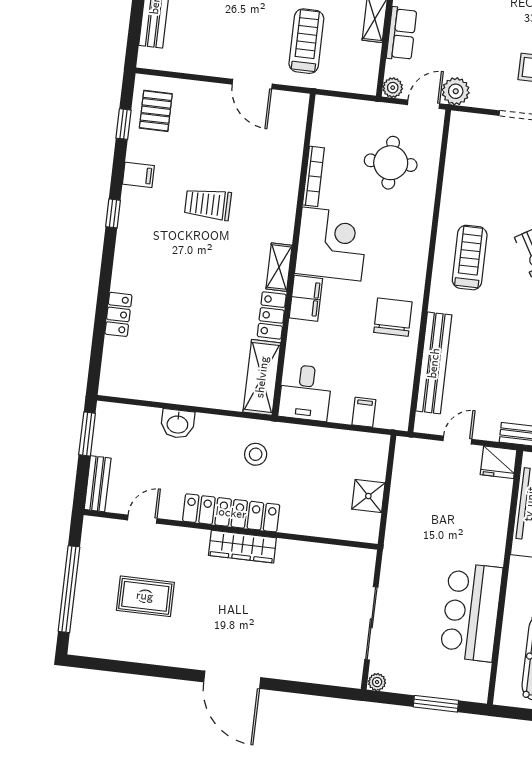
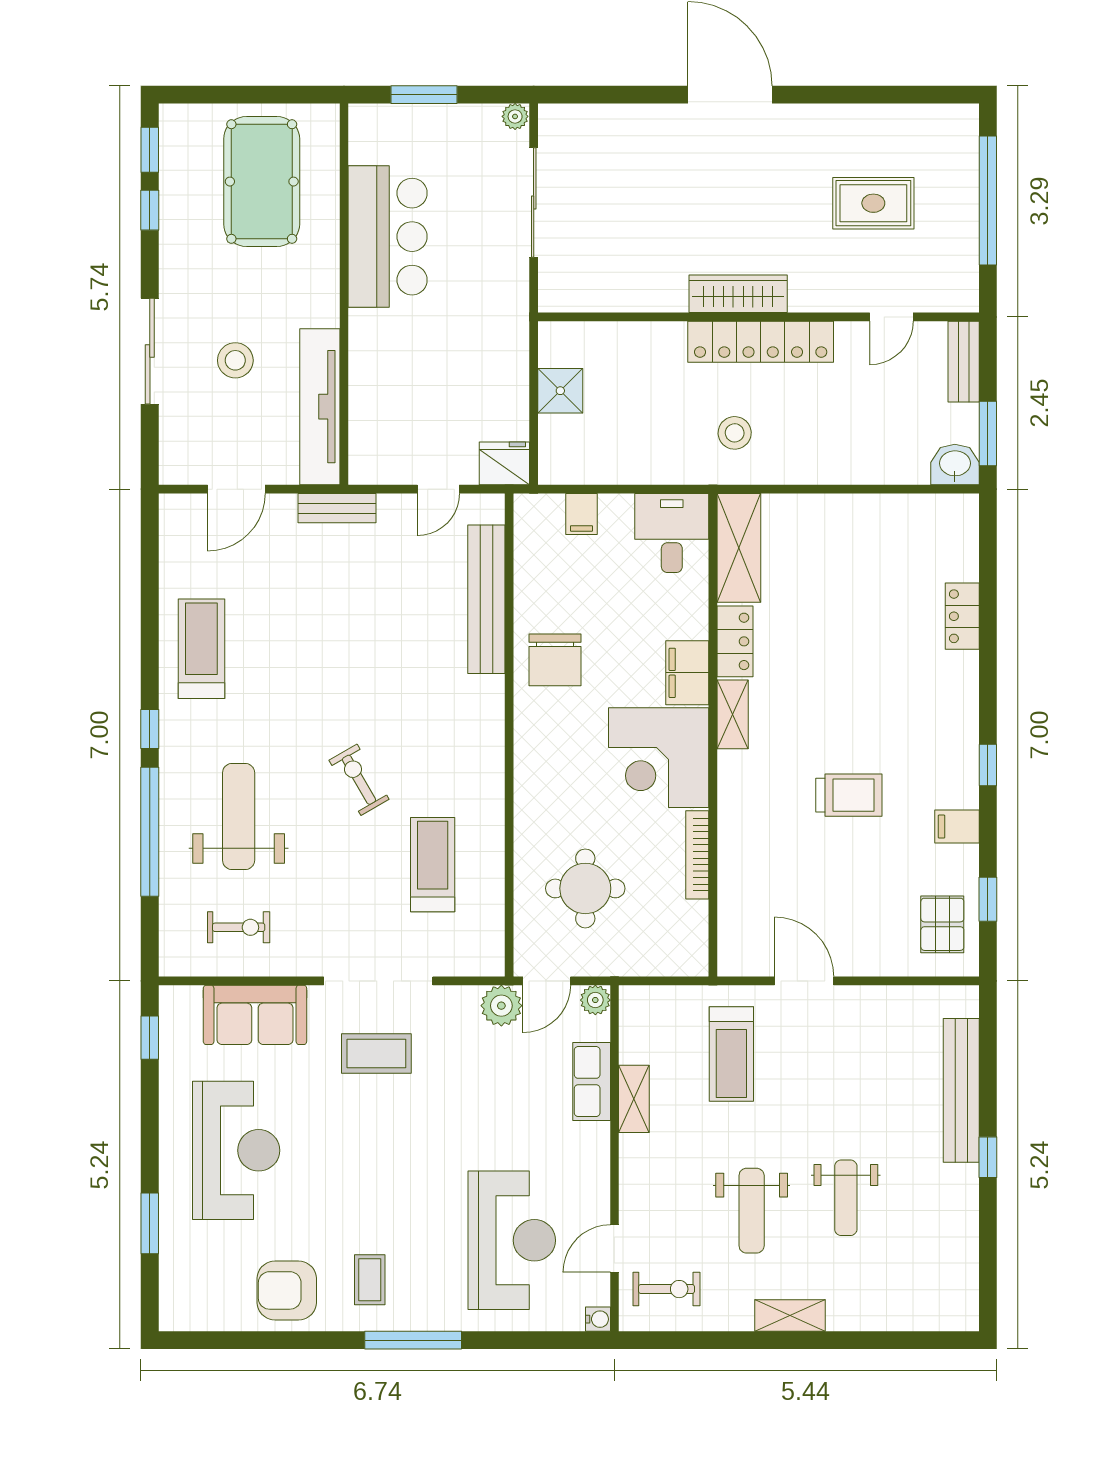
treadmill: (470, 258) -> (433, 865), moved, turned 180
washbasin: (178, 424) -> (955, 464), moved
fridge: (499, 462) -> (504, 463), moved

